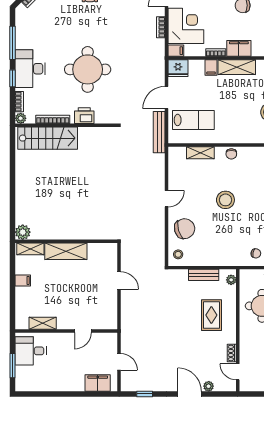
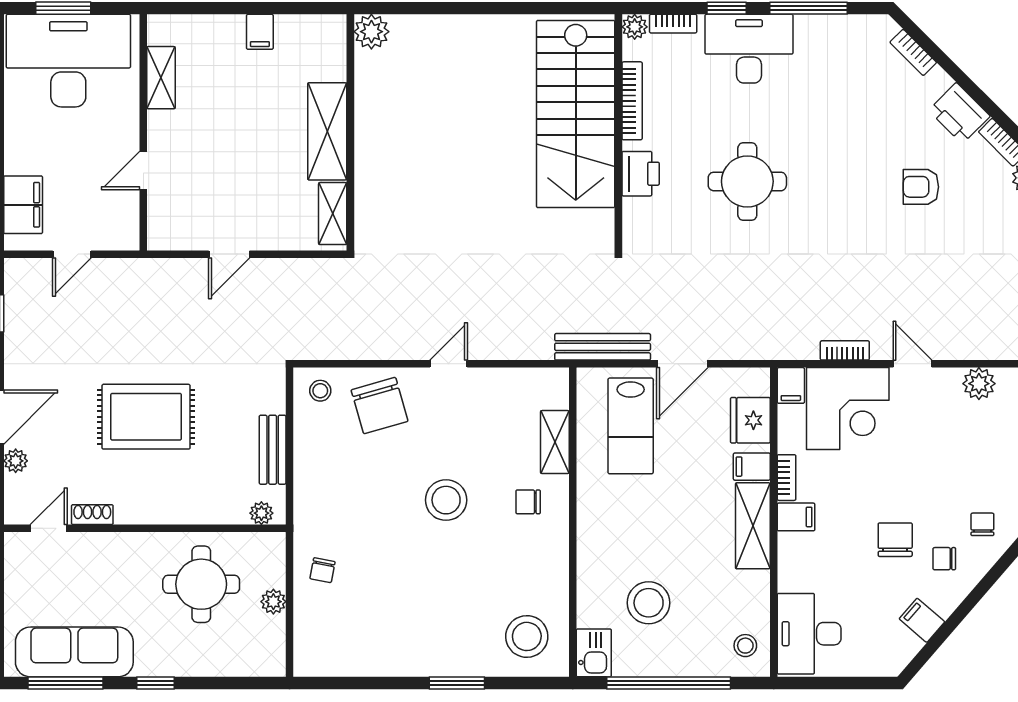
filing cabinet: (239, 48) -> (796, 517), width x0.50
fridge: (178, 68) -> (750, 420), moved
round table: (88, 69) -> (747, 181), width x0.73, depth x0.73
door: (167, 98) -> (682, 364), swing flipped
stairs: (48, 138) -> (576, 114), width x1.36, depth x1.51
chair: (231, 154) -> (528, 502), moved
door: (167, 199) -> (449, 364), swing flipped
shelving: (30, 249) -> (333, 214), moved
door: (119, 281) -> (229, 254), moved
rug: (211, 315) -> (146, 417), moved, width x1.36, depth x1.43
door: (83, 331) -> (143, 171), hinge flipped
desk: (31, 351) -> (68, 61), width x1.87, depth x1.30

